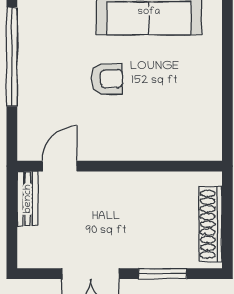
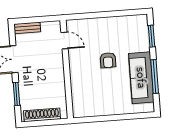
window: (12, 57) -> (115, 14), removed
bench: (28, 199) -> (27, 28), moved

